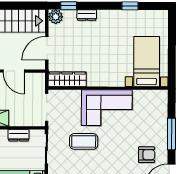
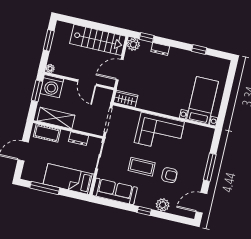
wardrobe: (67, 79) -> (126, 99), width x0.67
coffee table: (84, 141) -> (142, 167), moved
armchair: (147, 155) -> (169, 175), moved

